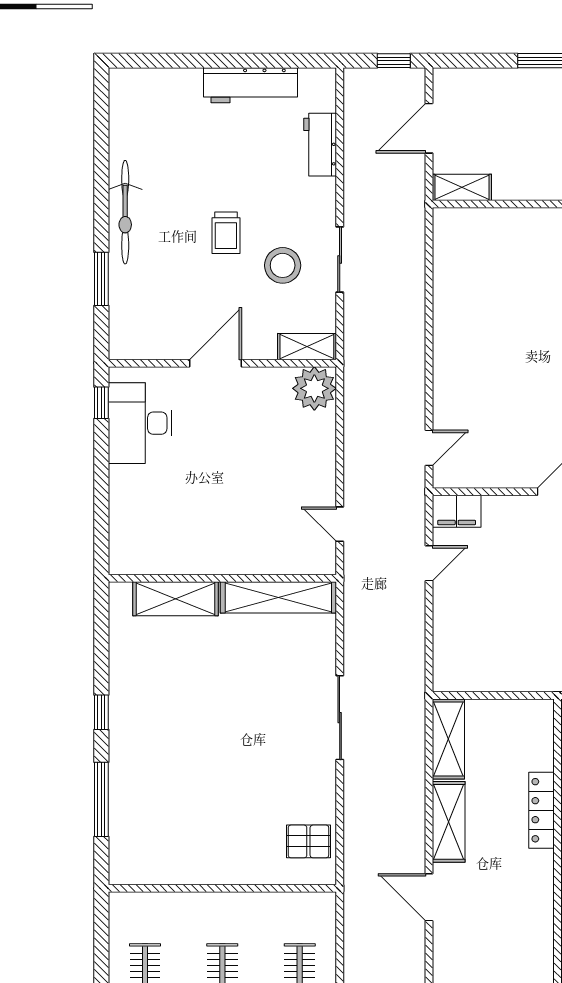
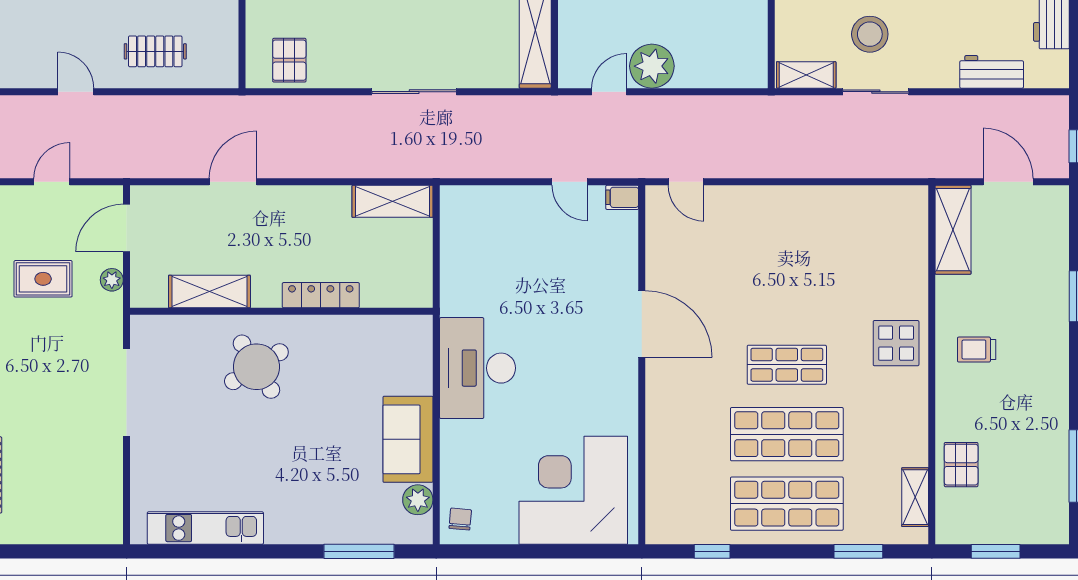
shelving: (462, 187) -> (953, 230), width x1.50, depth x1.33
shelving: (307, 347) -> (806, 75), moved, turned 90
plant: (314, 388) -> (652, 66), moved
filing cabinet: (457, 511) -> (622, 197), width x0.50
shelving: (449, 822) -> (209, 292), moved

